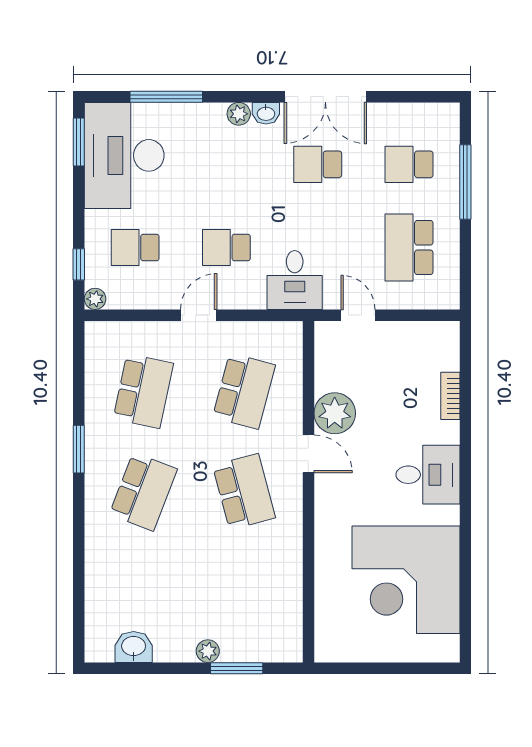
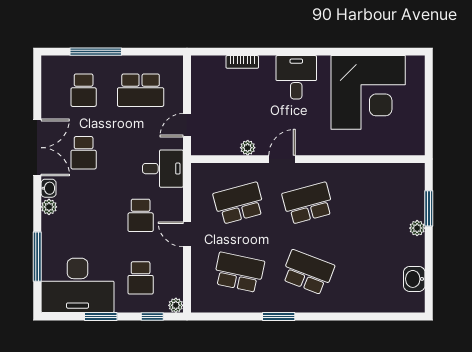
window: (79, 142) -> (101, 316), moved
school desk: (244, 391) -> (239, 203), turned -30
plant: (335, 413) -> (248, 148), width x0.53, depth x0.53

